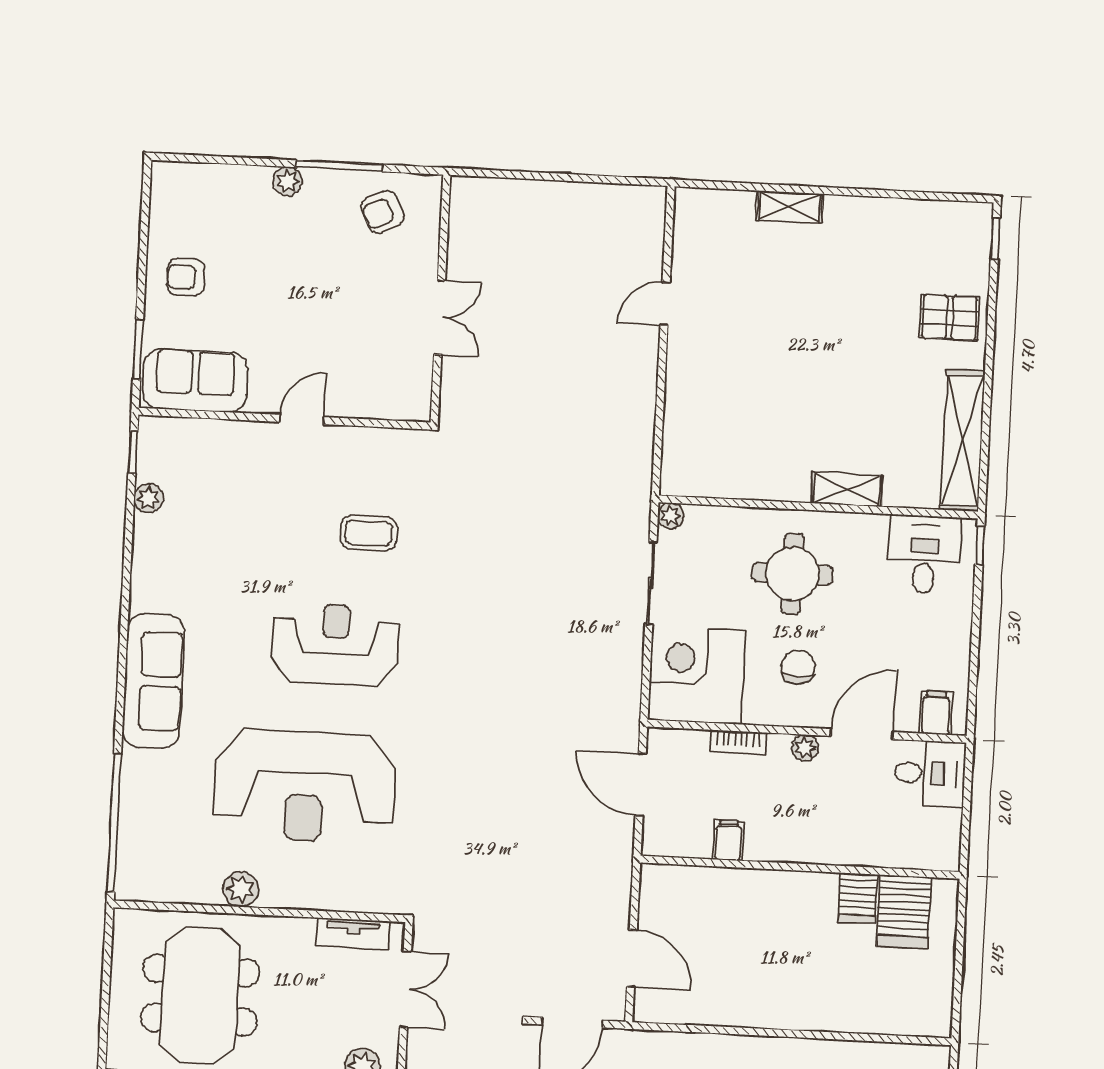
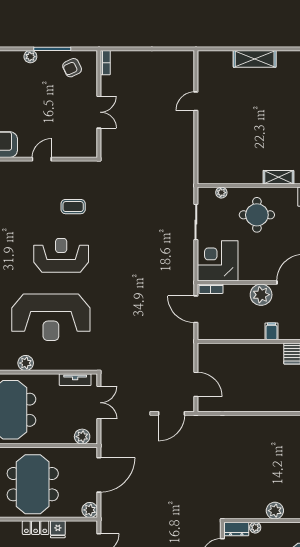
bookcase: (460, 204) -> (105, 63), added
shelving: (790, 207) -> (255, 59), width x1.50, depth x1.33
plant: (671, 516) -> (221, 193), moved
chair: (798, 667) -> (261, 255), removed
bookcase: (738, 742) -> (211, 289), moved
plant: (805, 748) -> (261, 295), width x1.88, depth x1.88
filing cabinet: (728, 840) -> (271, 331), moved

